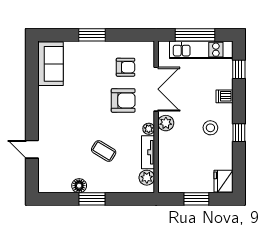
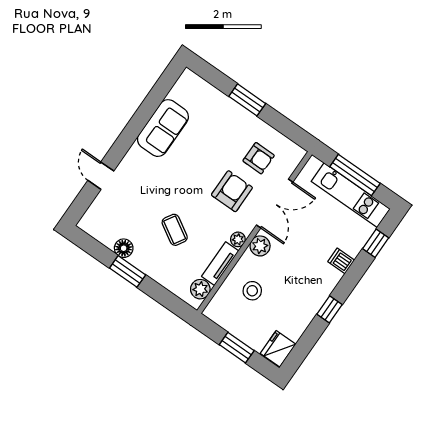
sofa: (50, 64) -> (163, 128), moved
armchair: (123, 100) -> (232, 191), turned -90
stool: (210, 128) -> (252, 291), moved

